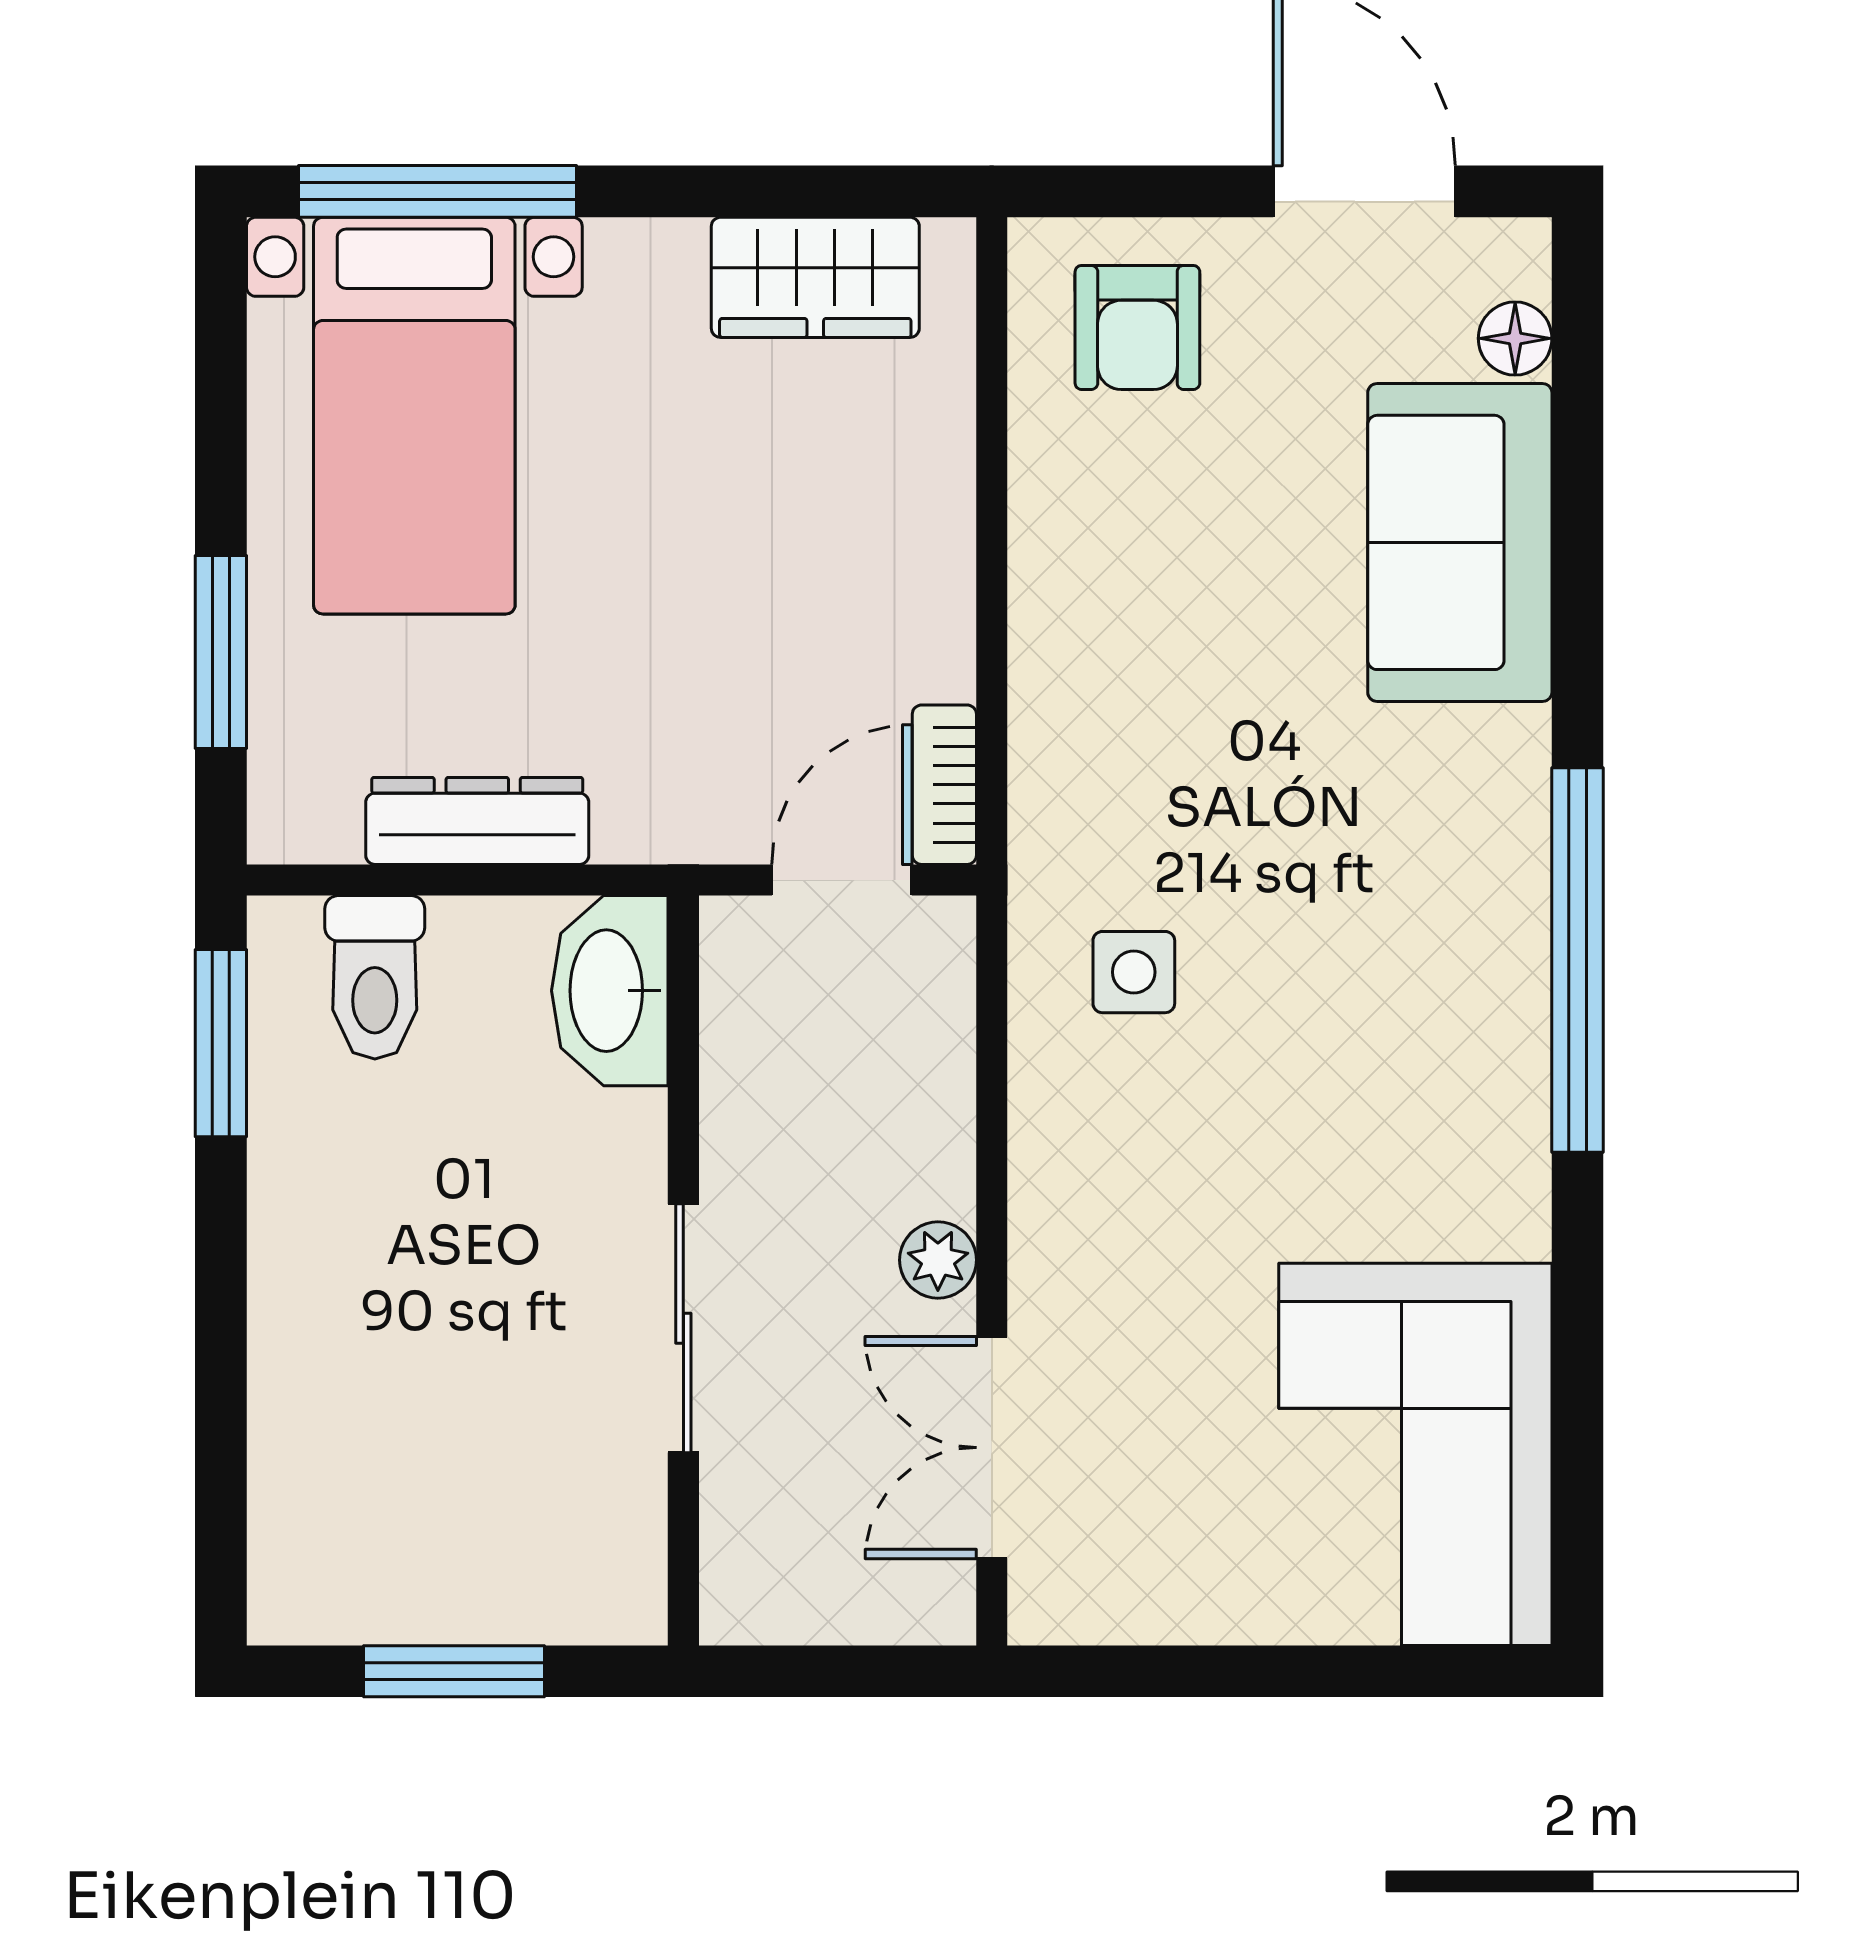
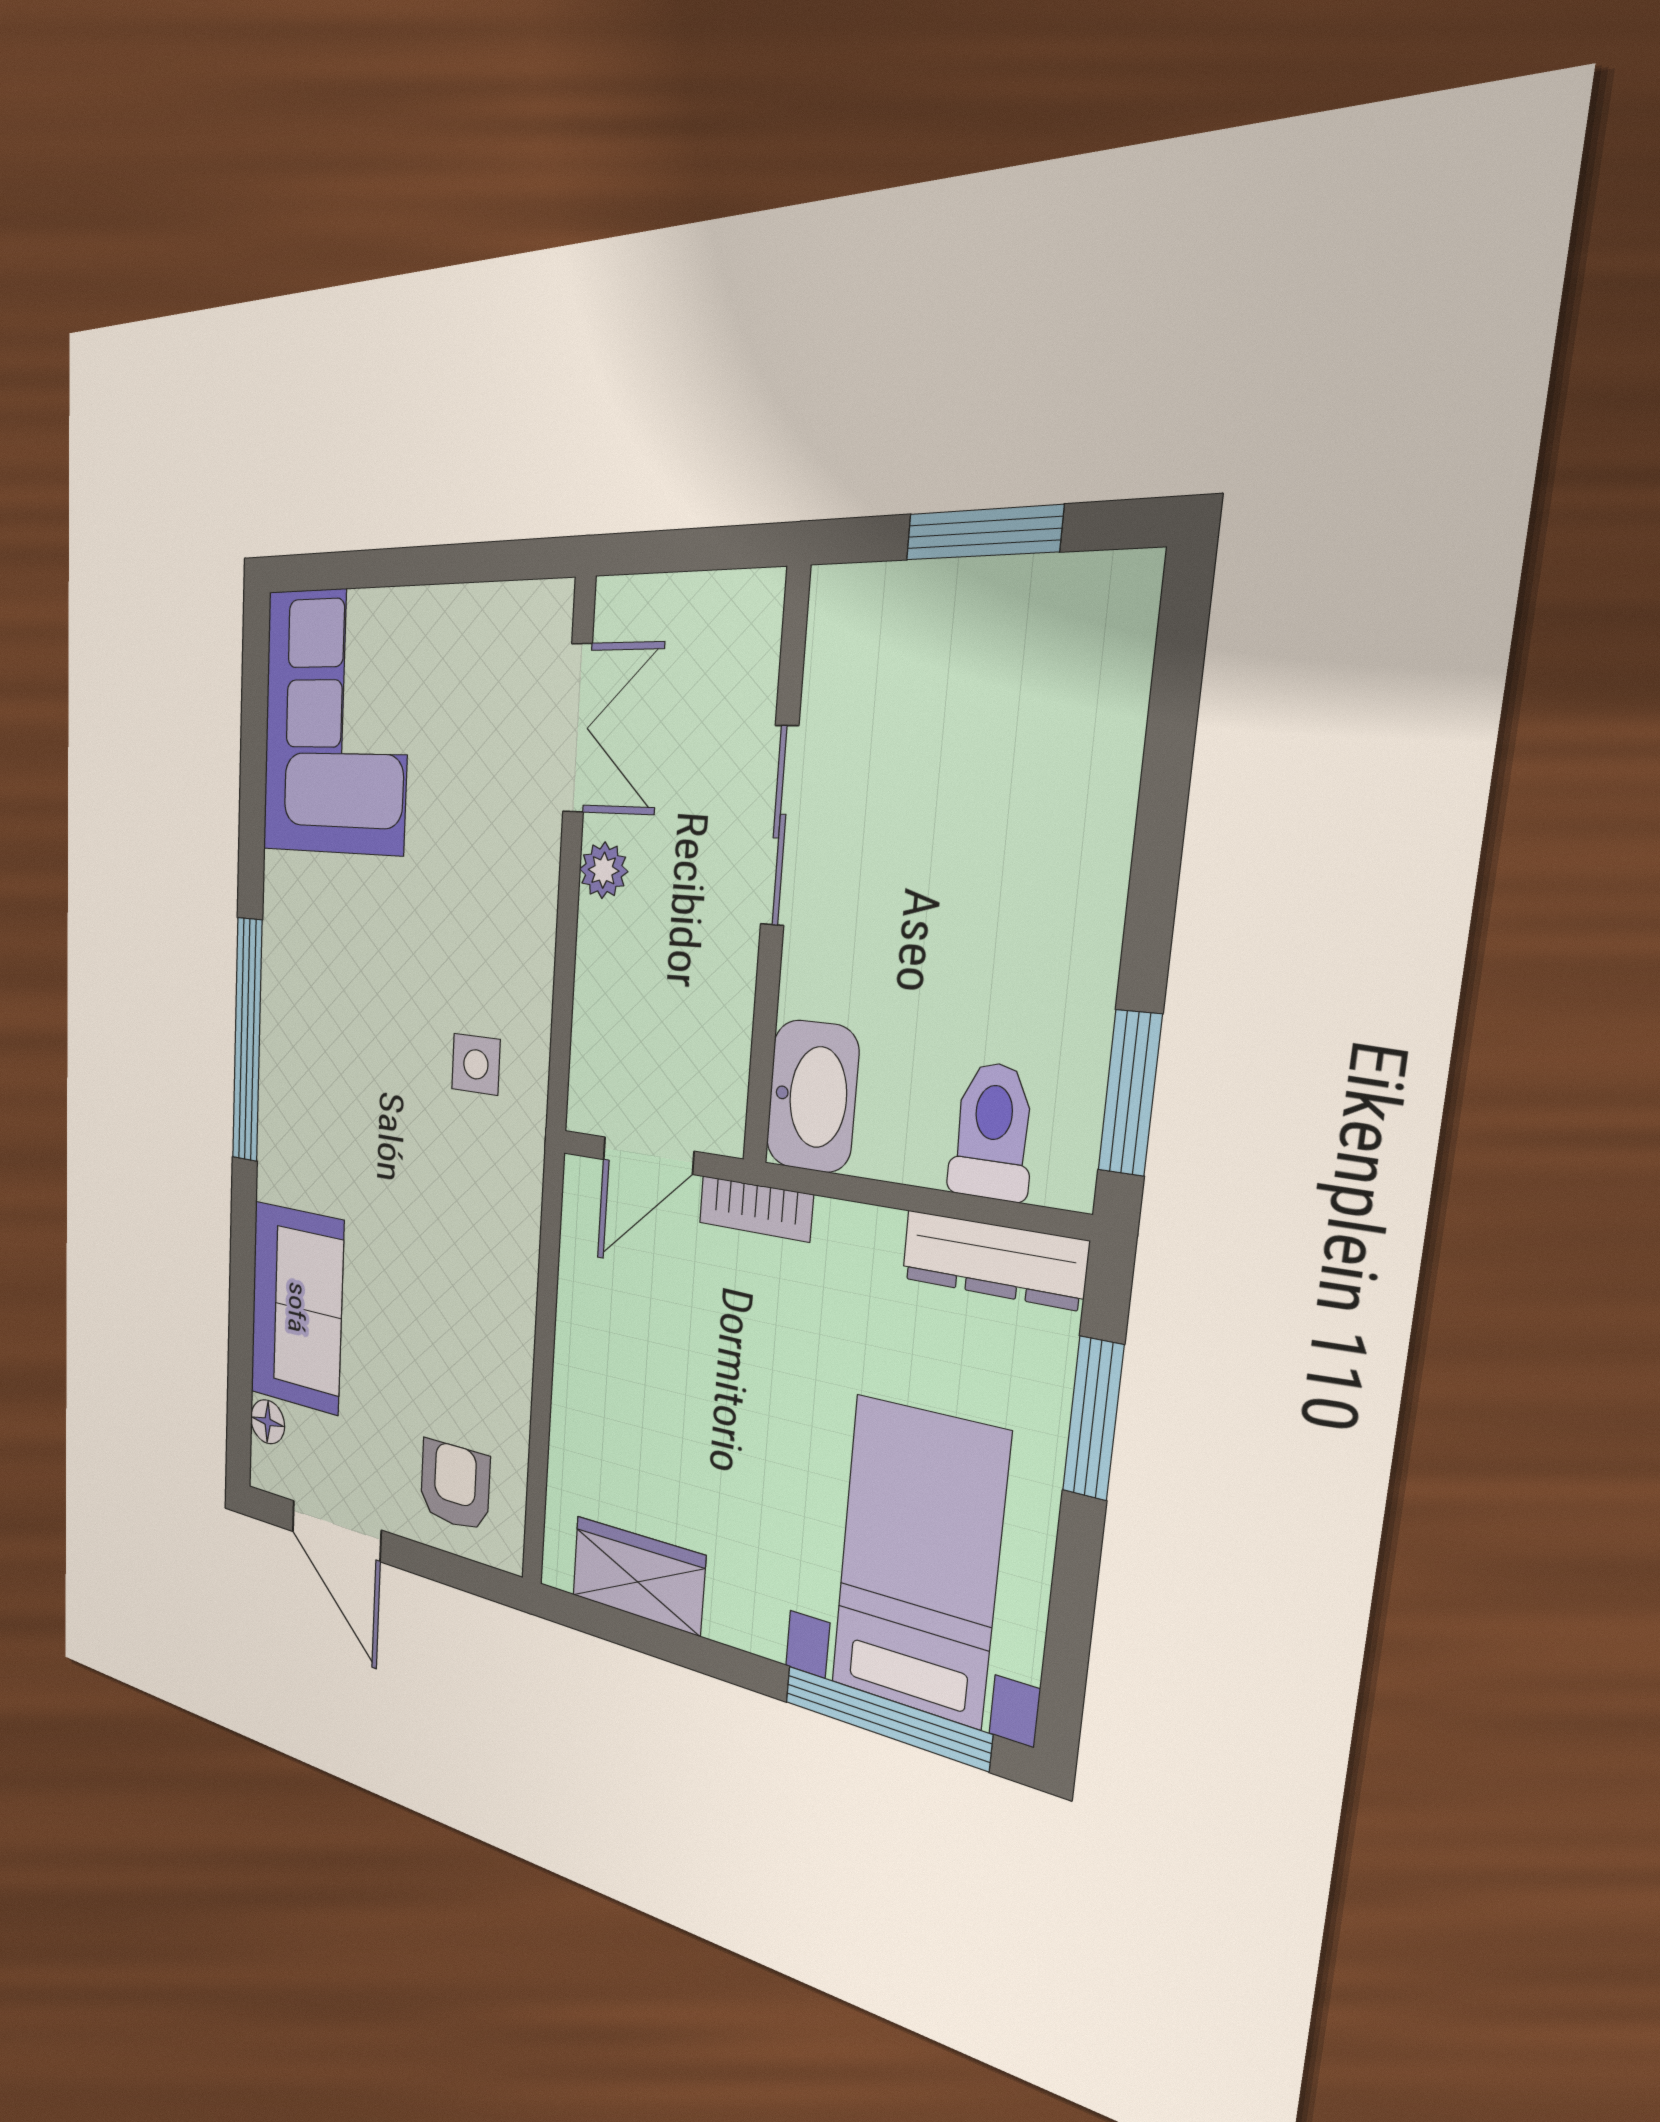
bookcase: (944, 785) -> (756, 1209), moved, turned 90
dresser: (477, 821) -> (993, 1260), moved

